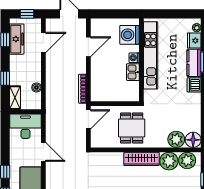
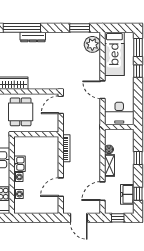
washing machine: (129, 35) -> (19, 194), width x0.53, depth x0.53
freezer: (17, 39) -> (127, 194), width x0.71
shelving: (15, 98) -> (109, 165), moved
door: (88, 119) -> (61, 105), moved

